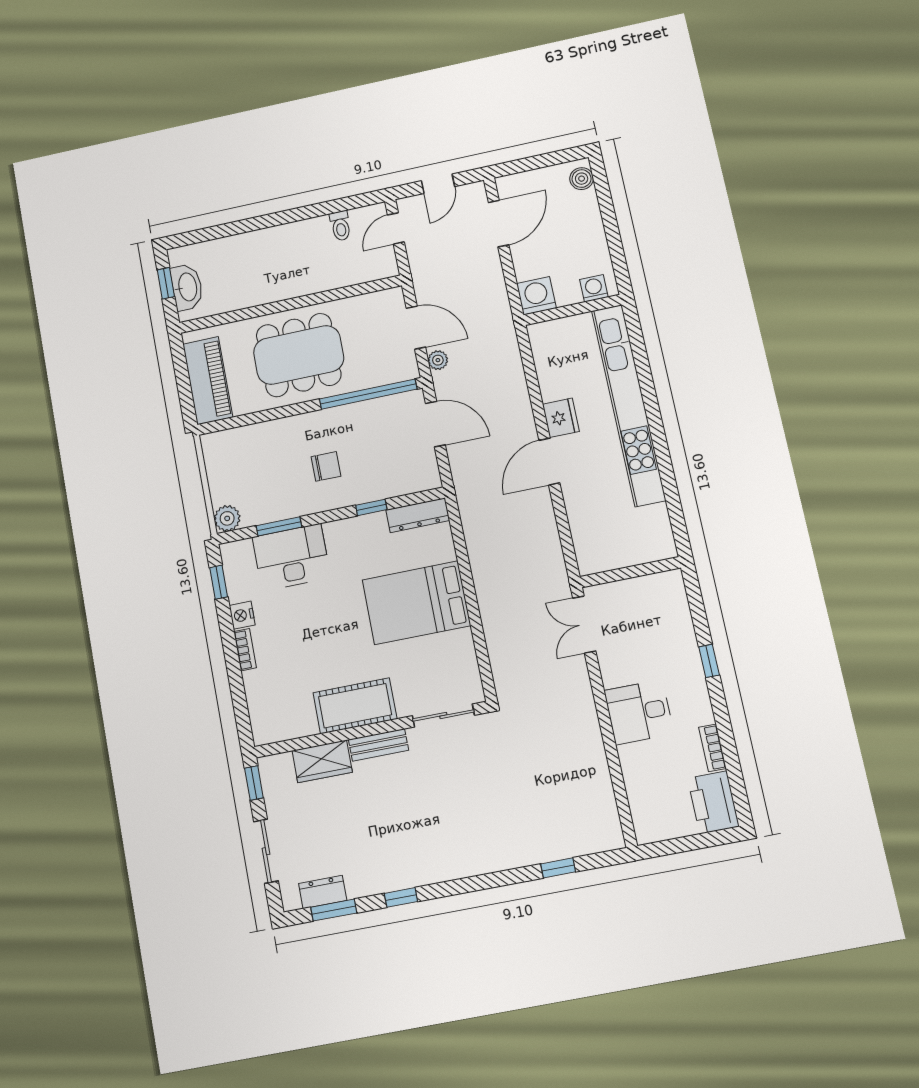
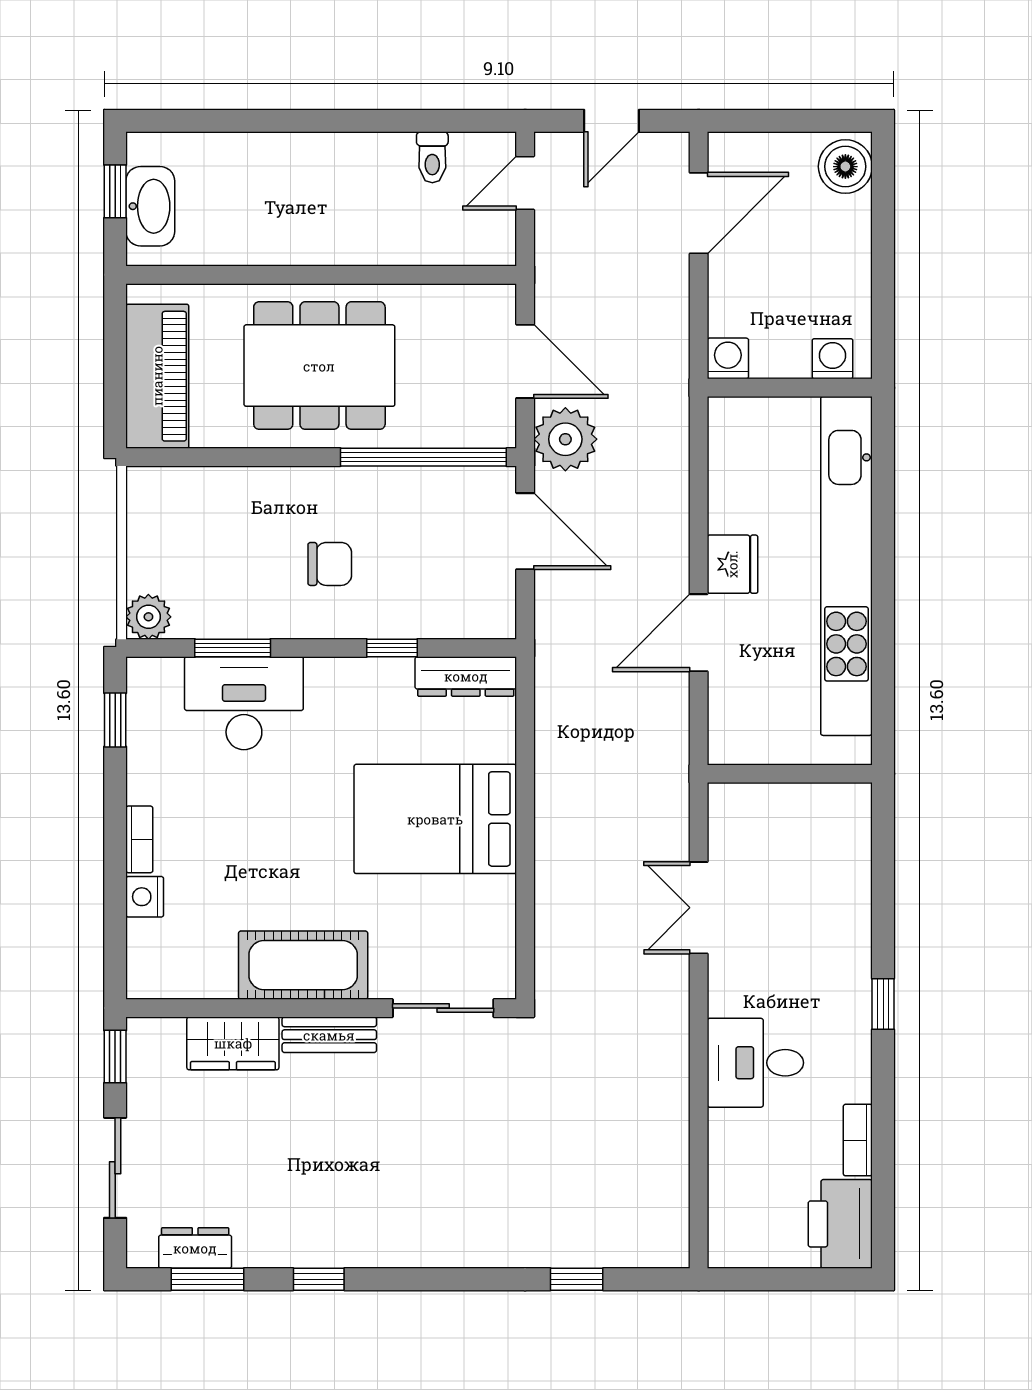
boiler: (582, 179) -> (845, 167), width x1.36, depth x1.36
washing machine: (536, 296) -> (728, 358), width x0.73, depth x0.73
plant: (438, 360) -> (565, 439), width x1.88, depth x1.88
wall: (630, 572) -> (790, 774), moved
nightstand: (242, 615) -> (145, 897), moved

